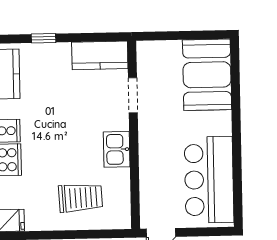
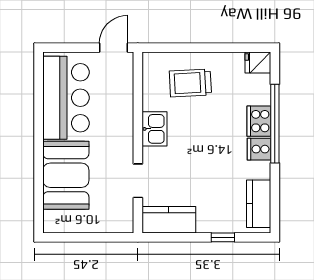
booth: (207, 75) -> (66, 175), moved

